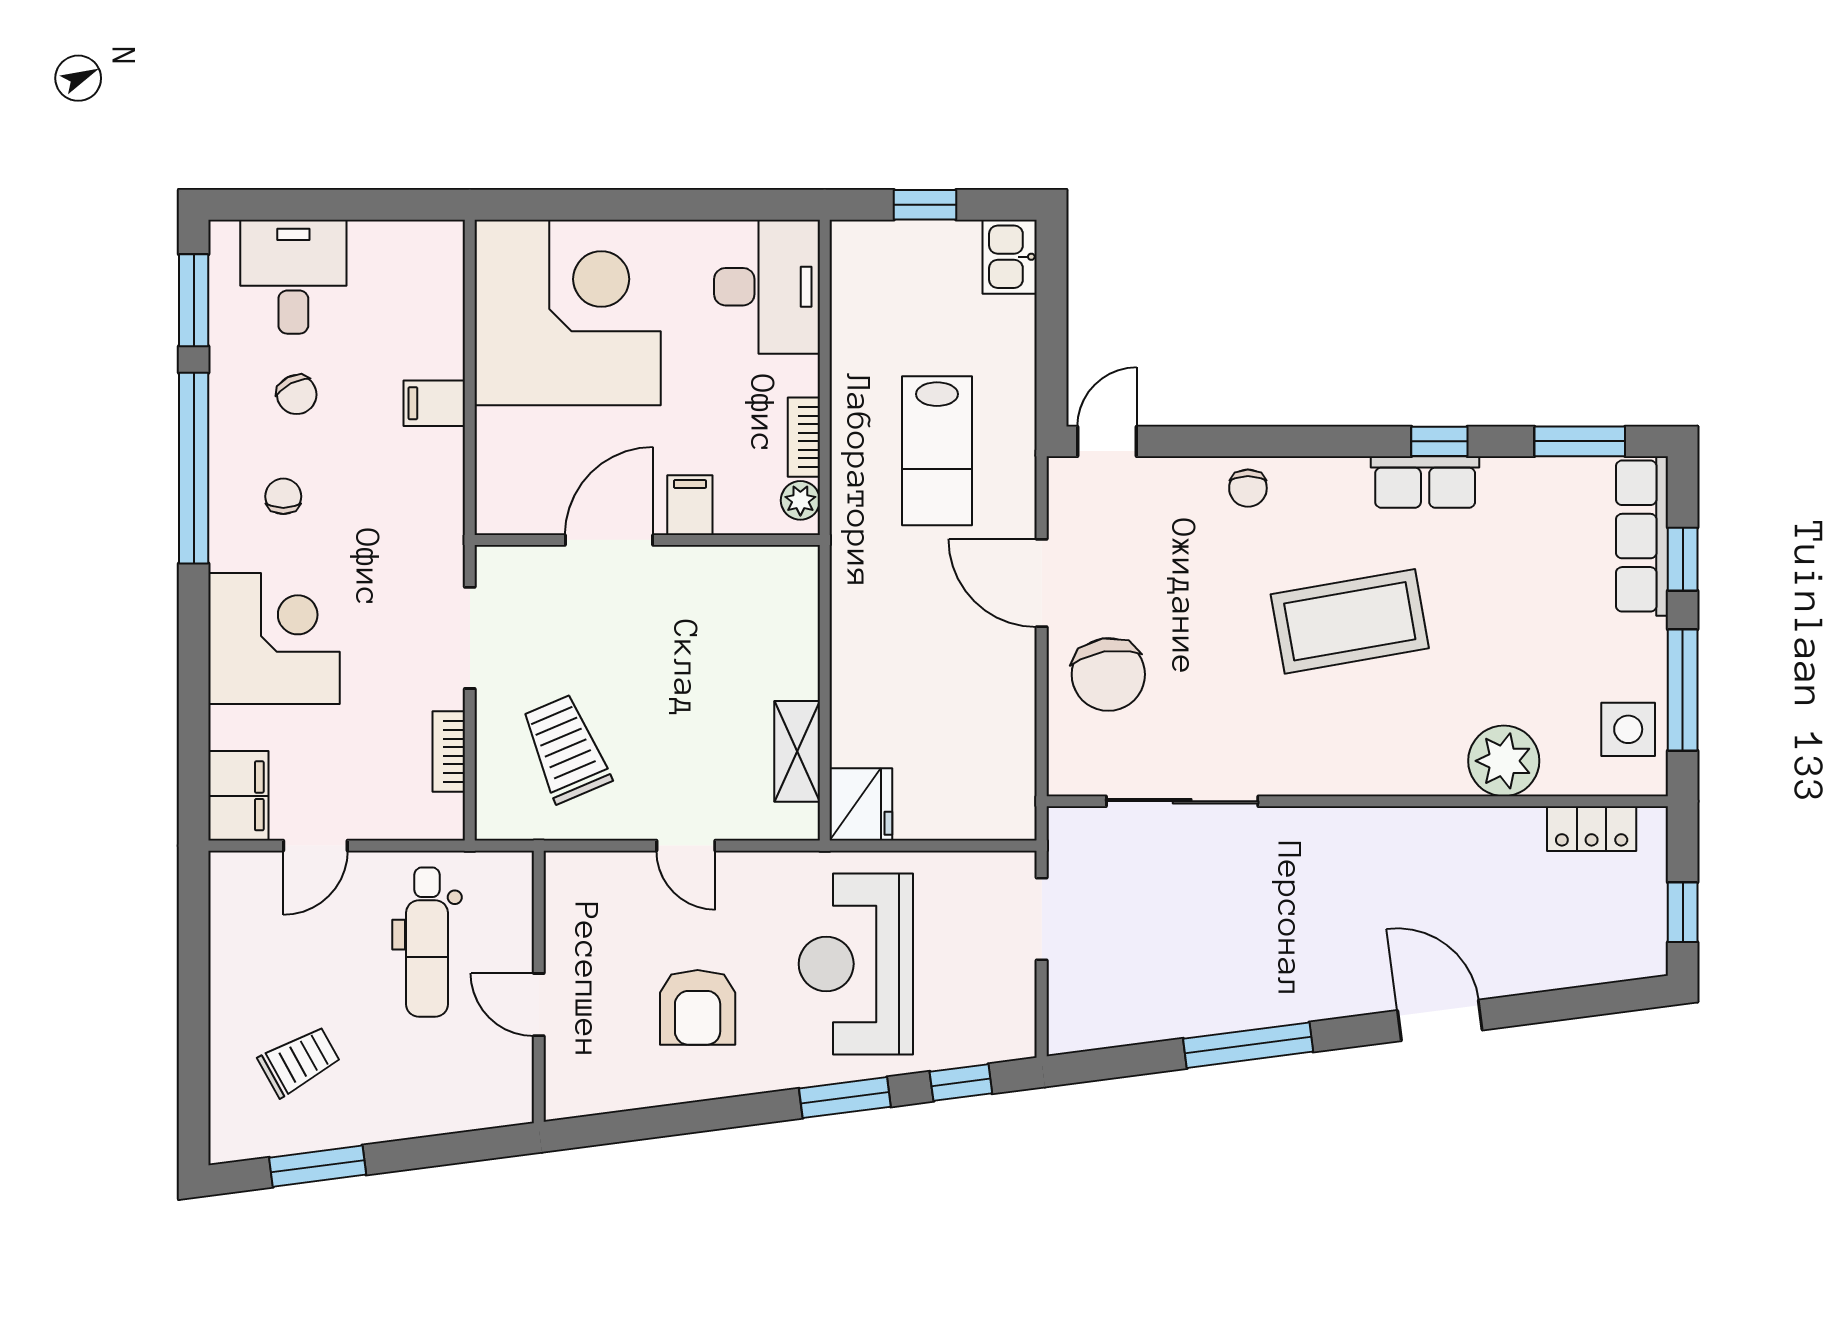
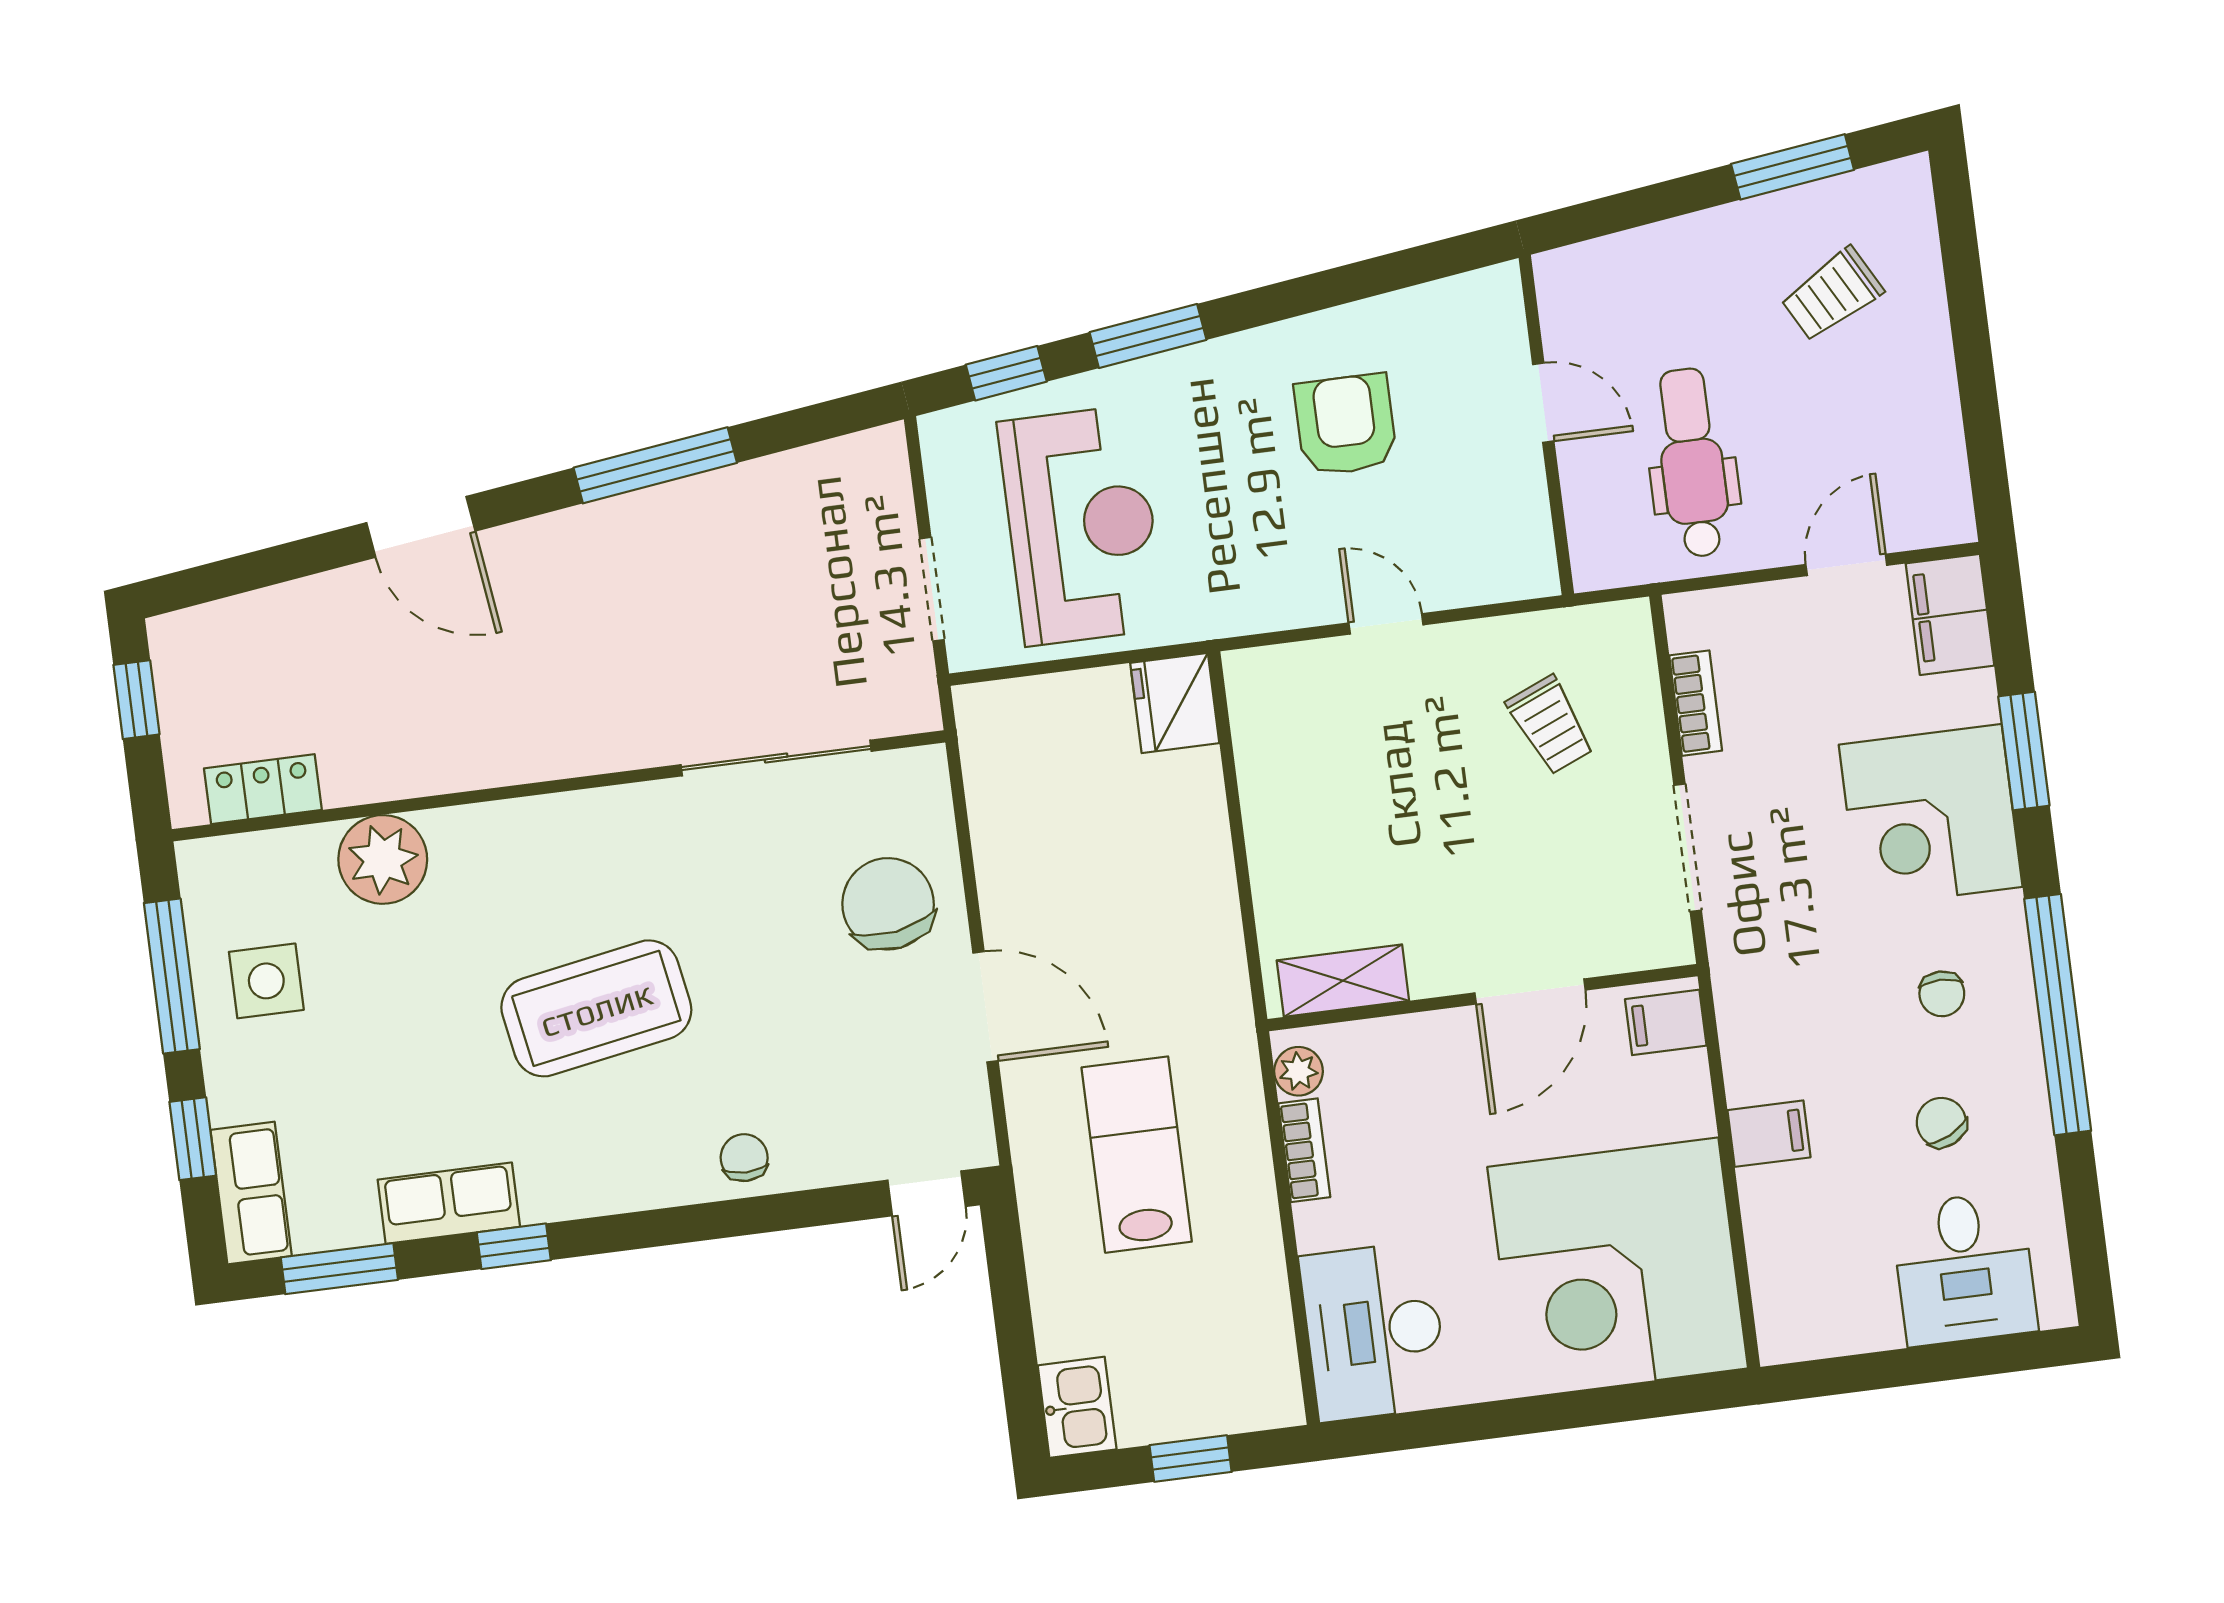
window: (194, 300) -> (2024, 751), moved
row of seats: (1425, 482) -> (449, 1203), moved
filing cabinet: (690, 505) -> (1666, 1022), moved, turned 90
row of seats: (1642, 536) -> (251, 1193), width x0.68
side table: (1628, 729) -> (266, 981), moved
trolley: (566, 749) -> (1550, 725), width x0.73, depth x0.72
shelving: (797, 751) -> (1343, 981), moved, turned 90
reception desk: (856, 964) -> (1081, 525), moved

